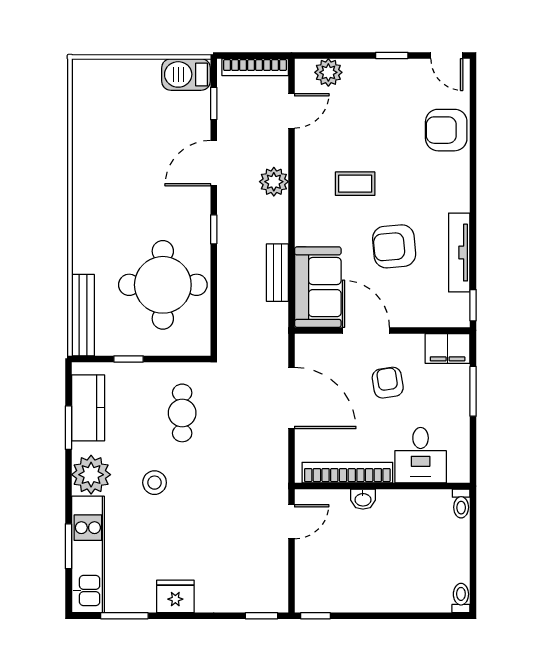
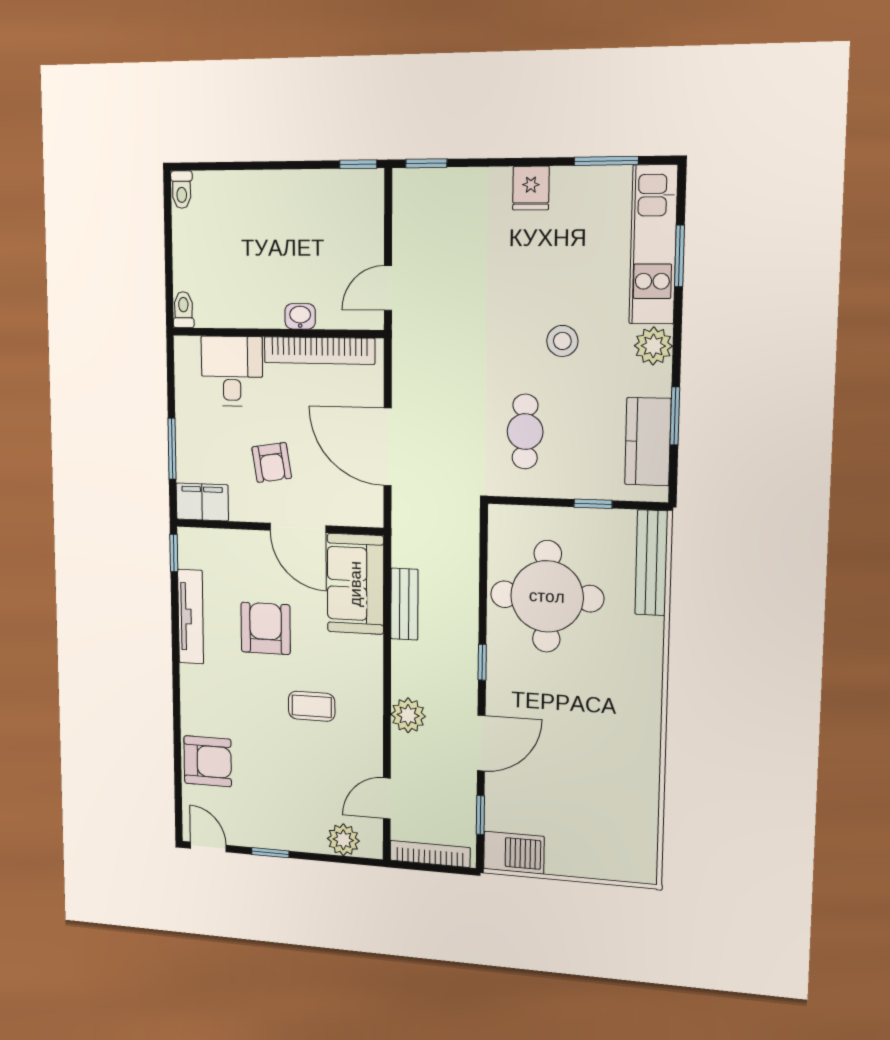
armchair: (394, 246) -> (266, 628), turned -85
plant: (91, 475) -> (653, 346), width x0.73, depth x0.73
fridge: (175, 596) -> (531, 188), width x0.72

